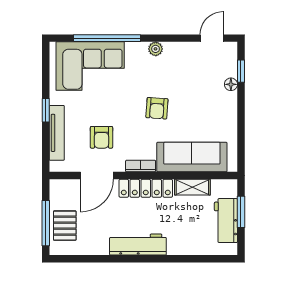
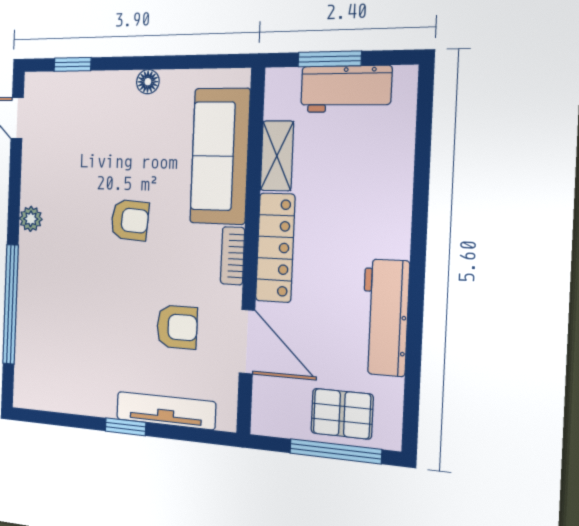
corner sofa: (90, 66) -> (54, 338), removed
floor lamp: (231, 84) -> (148, 82), moved
workbench: (138, 245) -> (385, 318), moved

